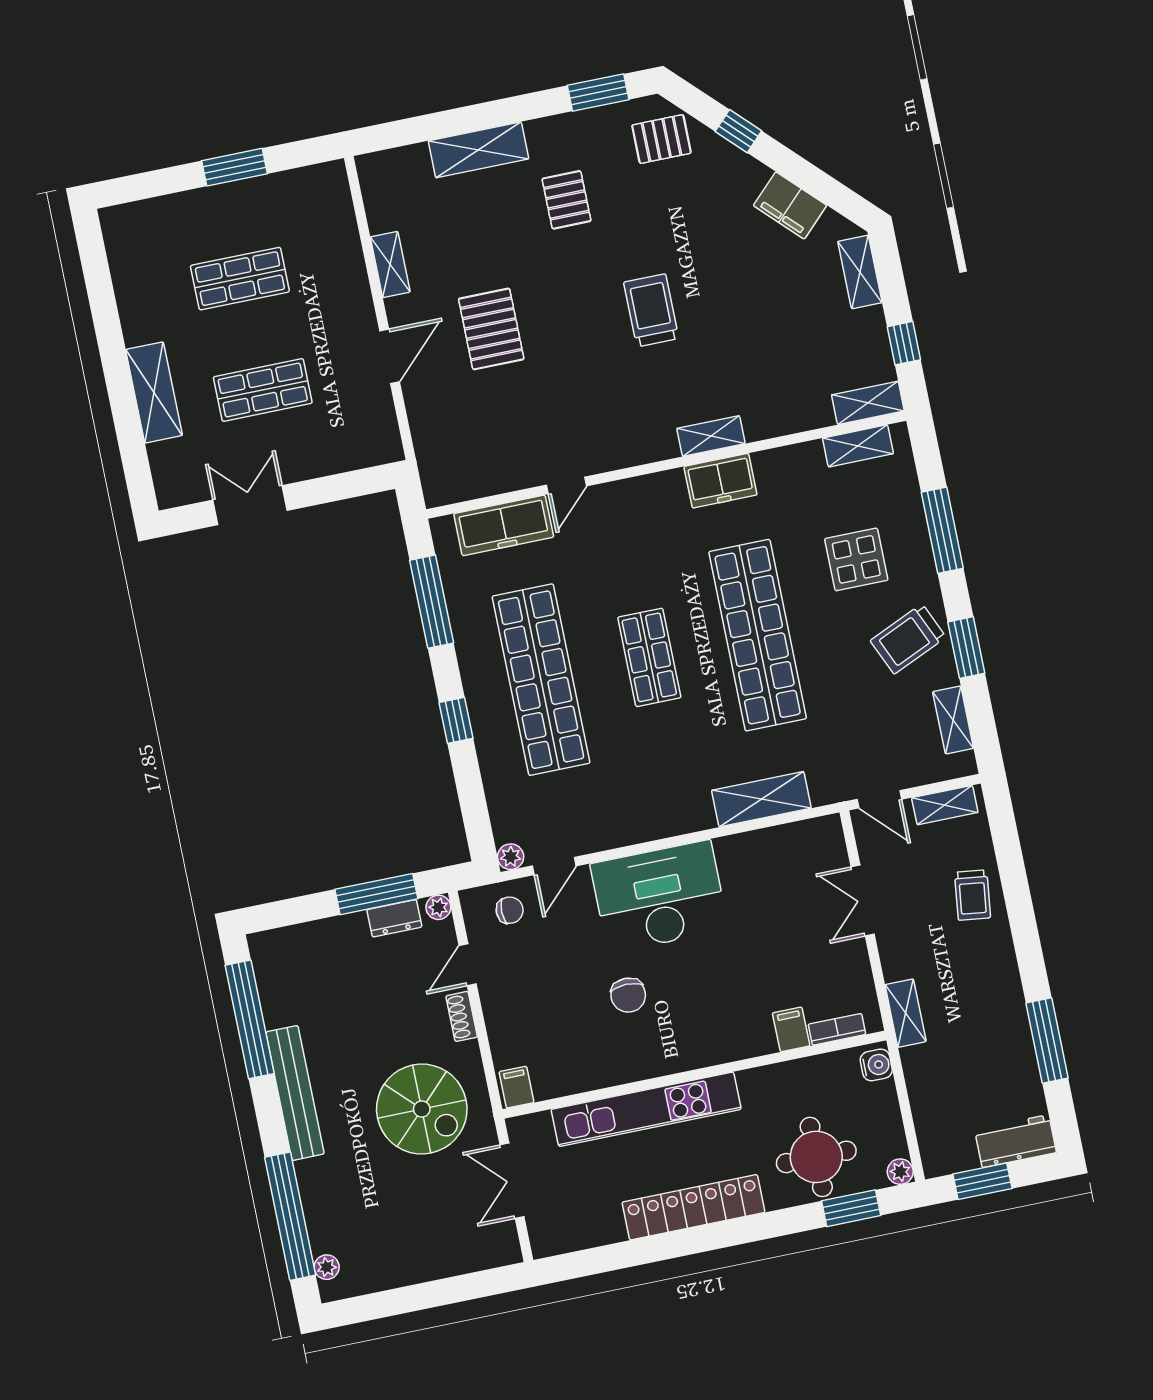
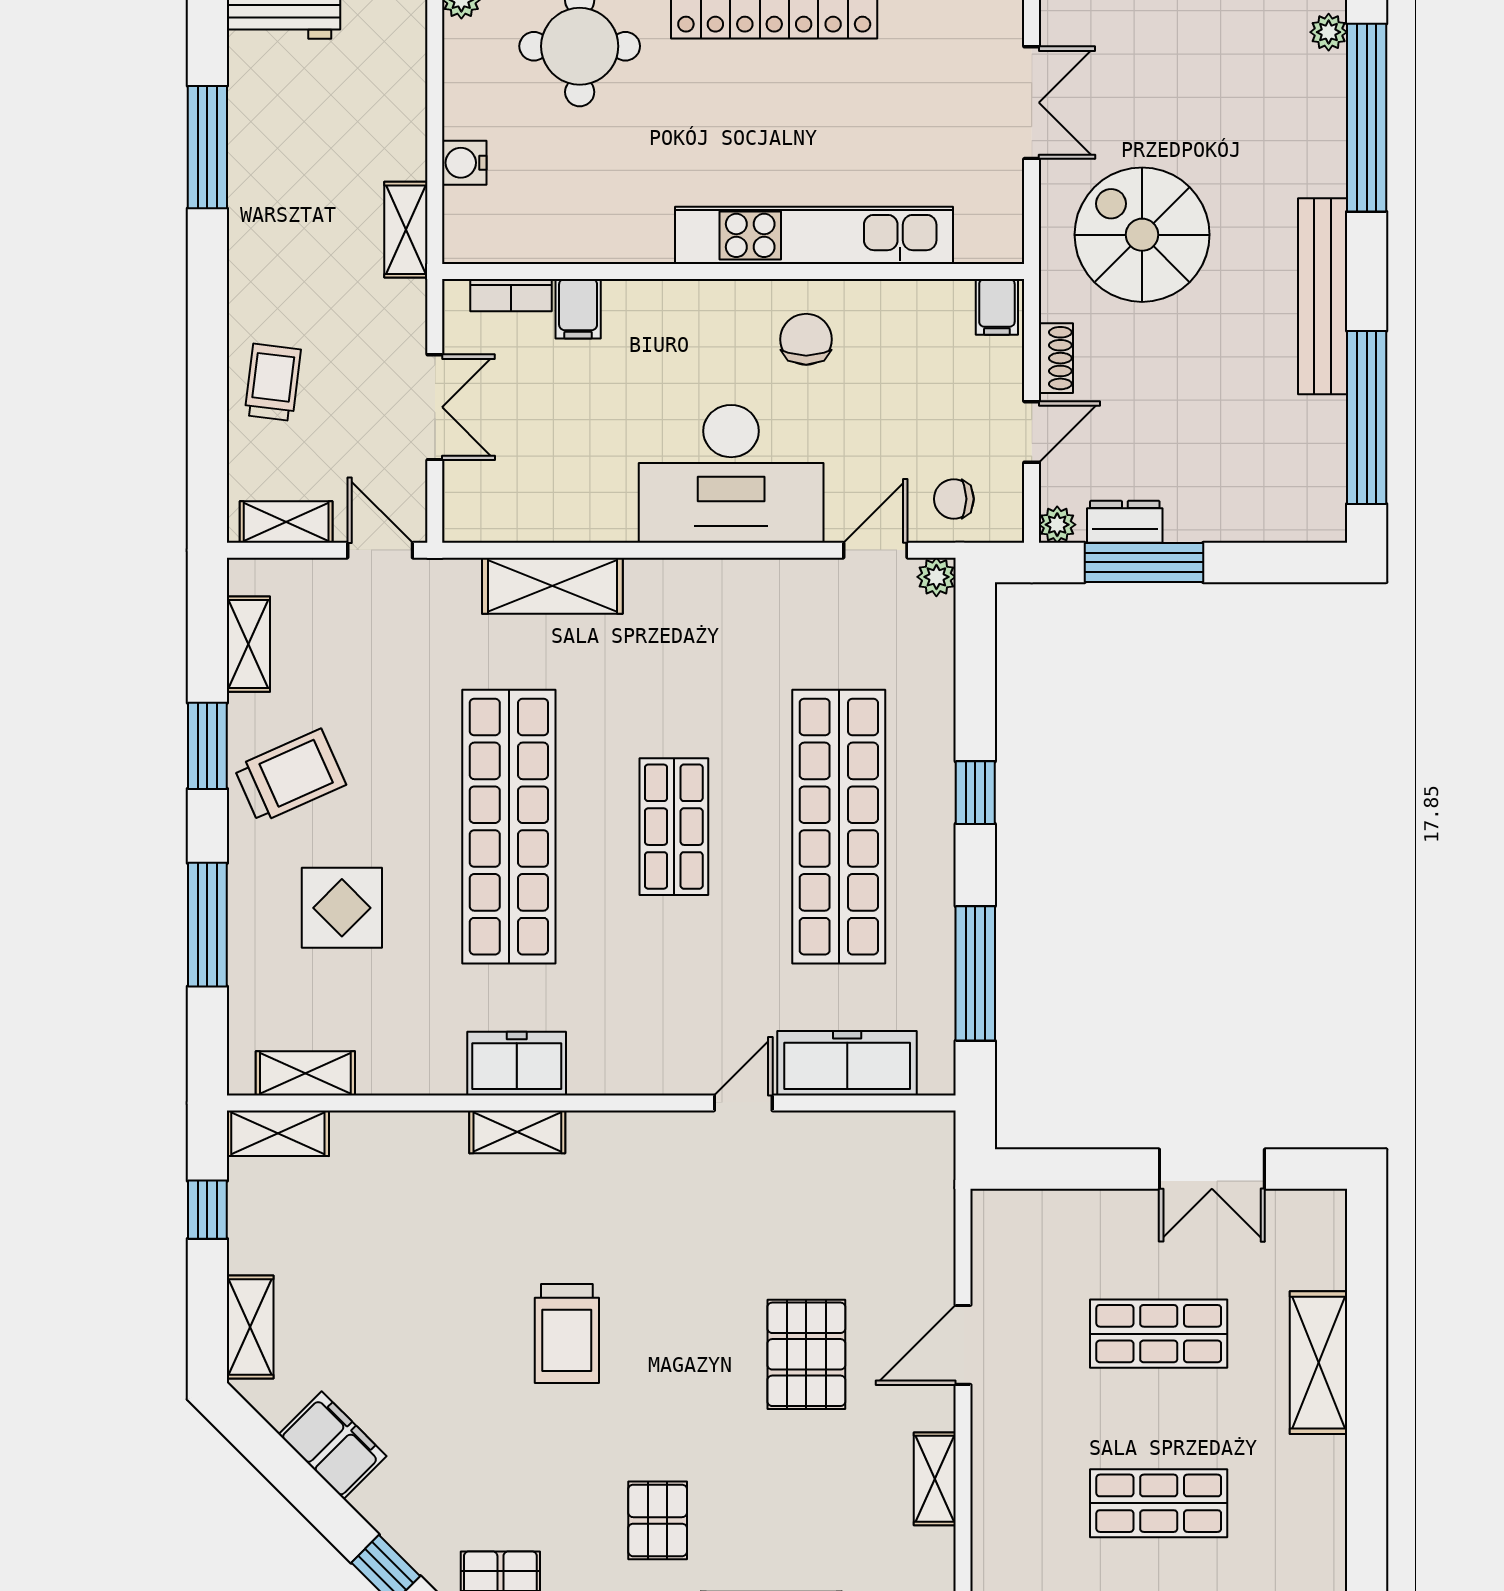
filing cabinet: (791, 1029) -> (578, 309), moved
bookcase: (837, 1029) -> (511, 295), moved
wall: (694, 1075) -> (733, 271), moved
filing cabinet: (516, 1087) -> (997, 307), moved
kitchen unit: (646, 1109) -> (814, 235), moved

